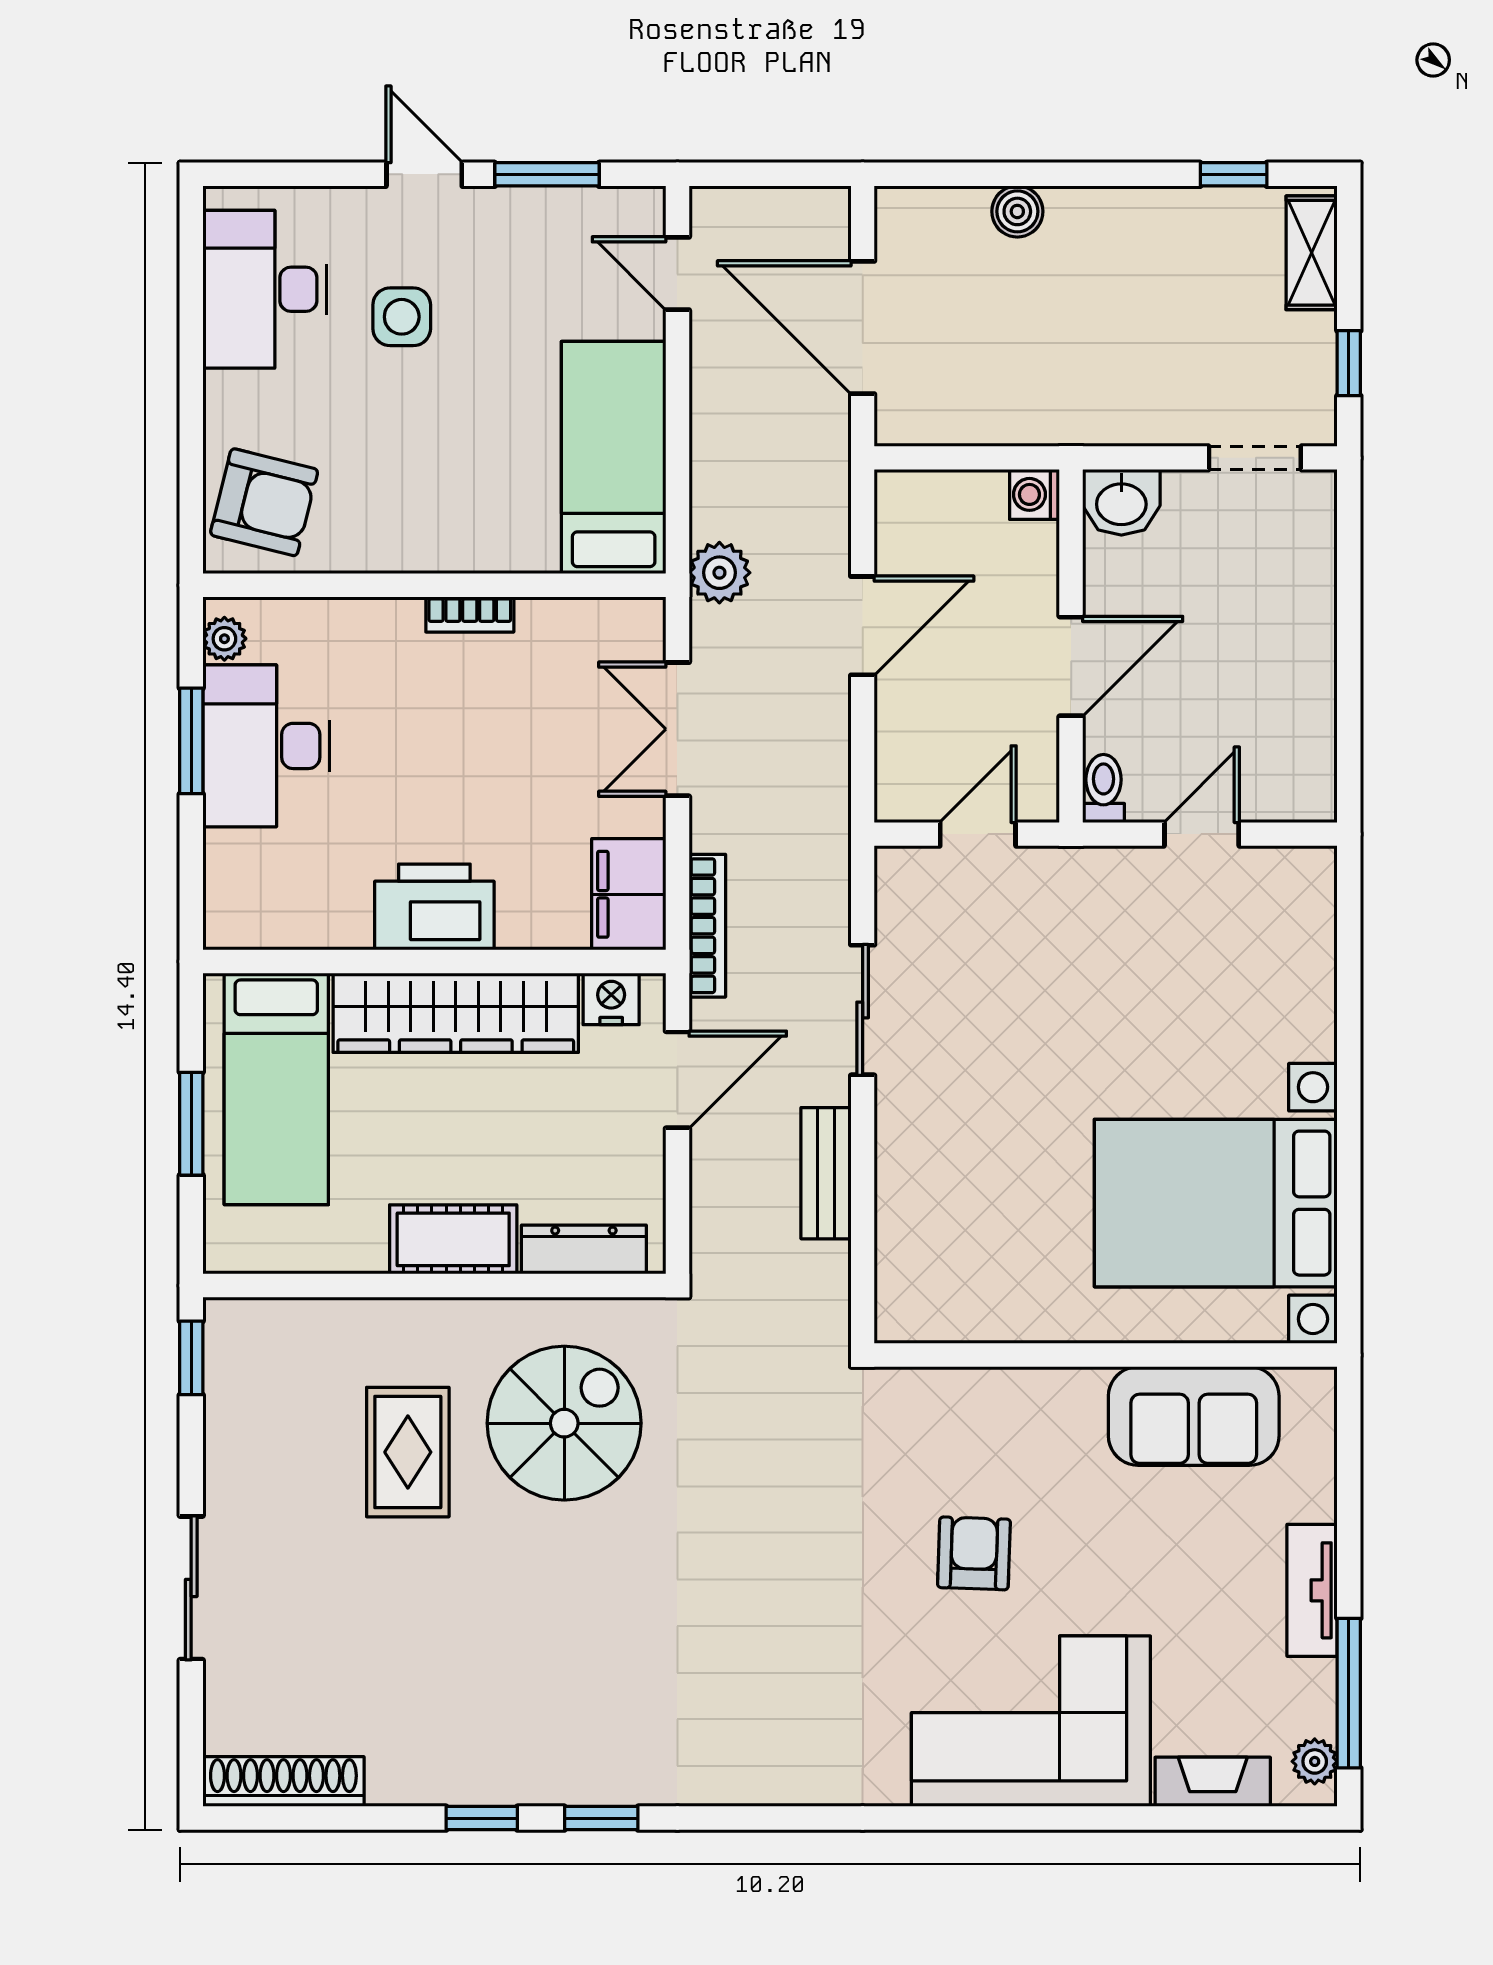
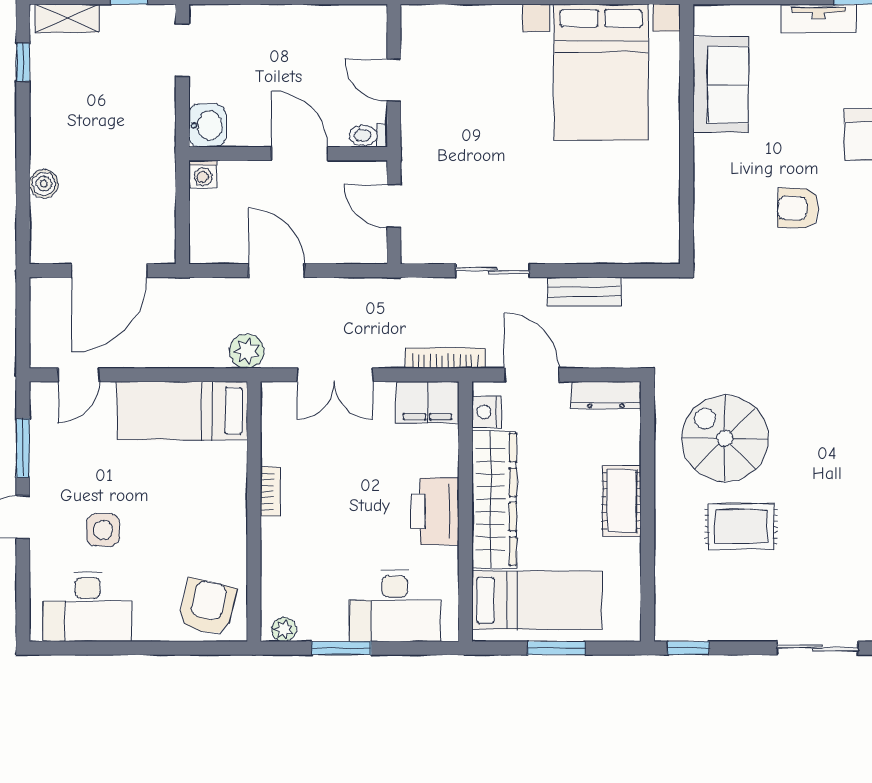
desk: (266, 746) -> (395, 606), moved
dresser: (584, 1250) -> (606, 395), moved, turned -90

